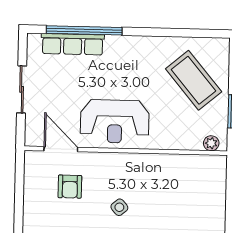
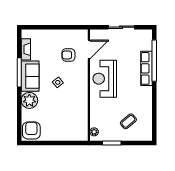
row of seats: (73, 44) -> (146, 68), moved
coffee table: (194, 80) -> (128, 121), width x0.54, depth x0.58

